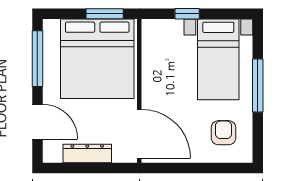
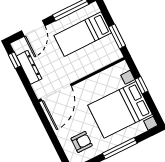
bed: (97, 59) -> (83, 34), width x0.49
bed with nightstands: (218, 59) -> (120, 110), width x1.36
window: (68, 168) -> (15, 60), added

